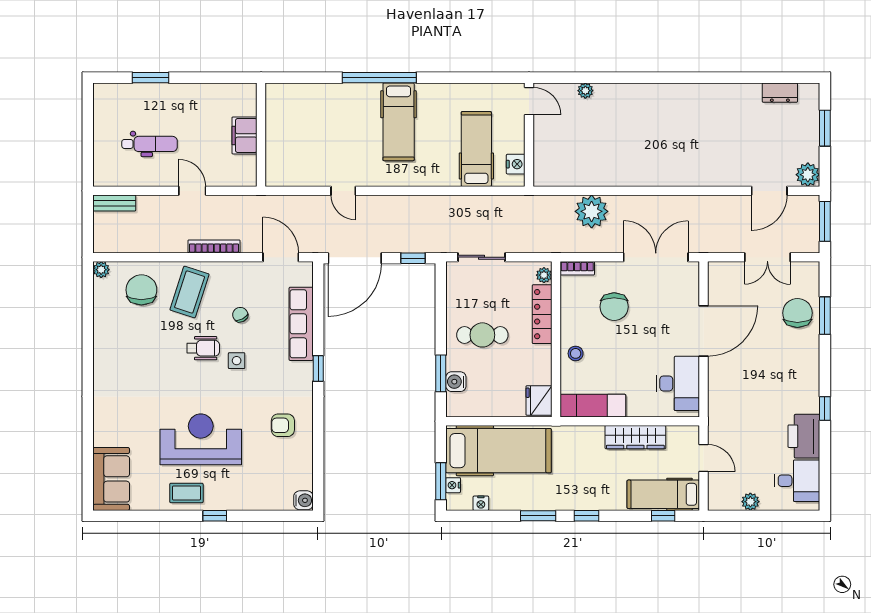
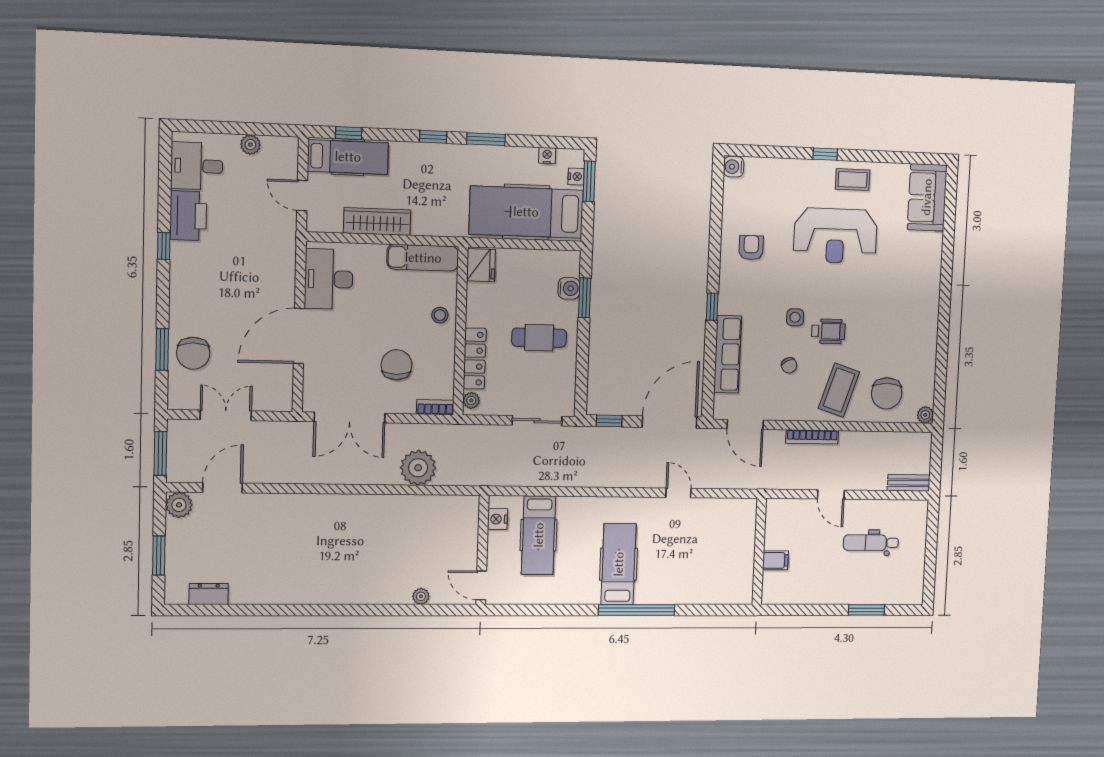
filing cabinet: (245, 135) -> (775, 560), width x0.50
wheelchair: (203, 348) -> (828, 331), turned 180
armchair: (283, 425) -> (751, 248), turned -90

